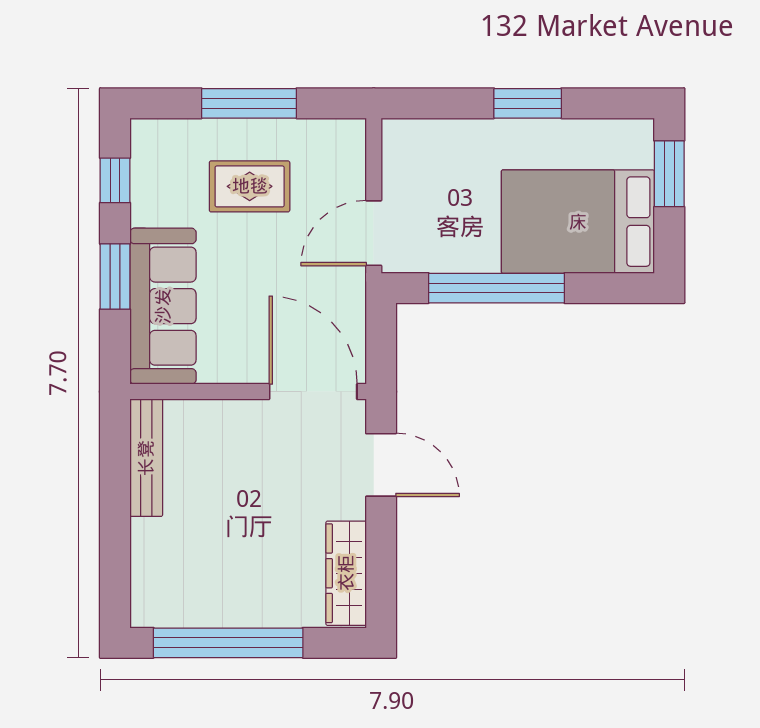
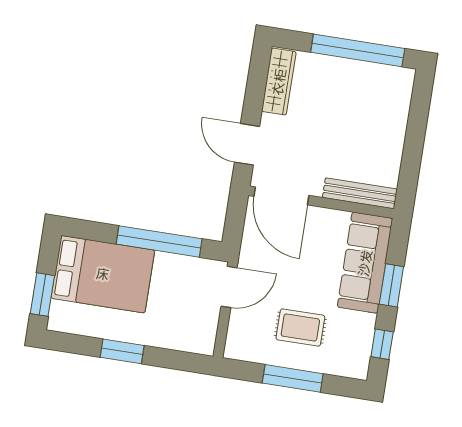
bench: (146, 458) -> (360, 193), moved, turned 90

